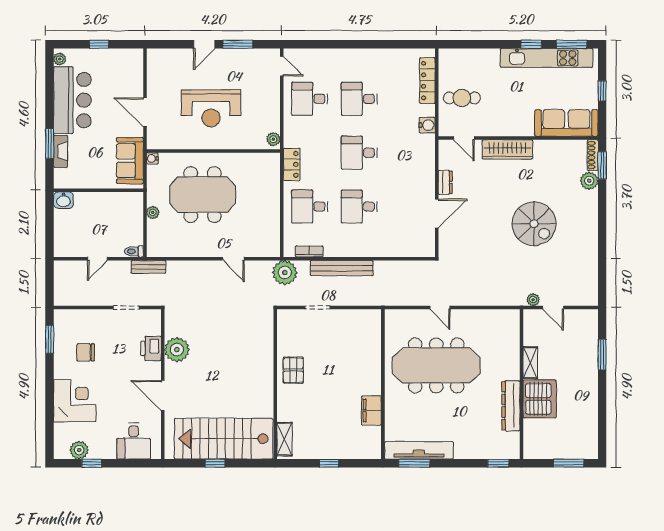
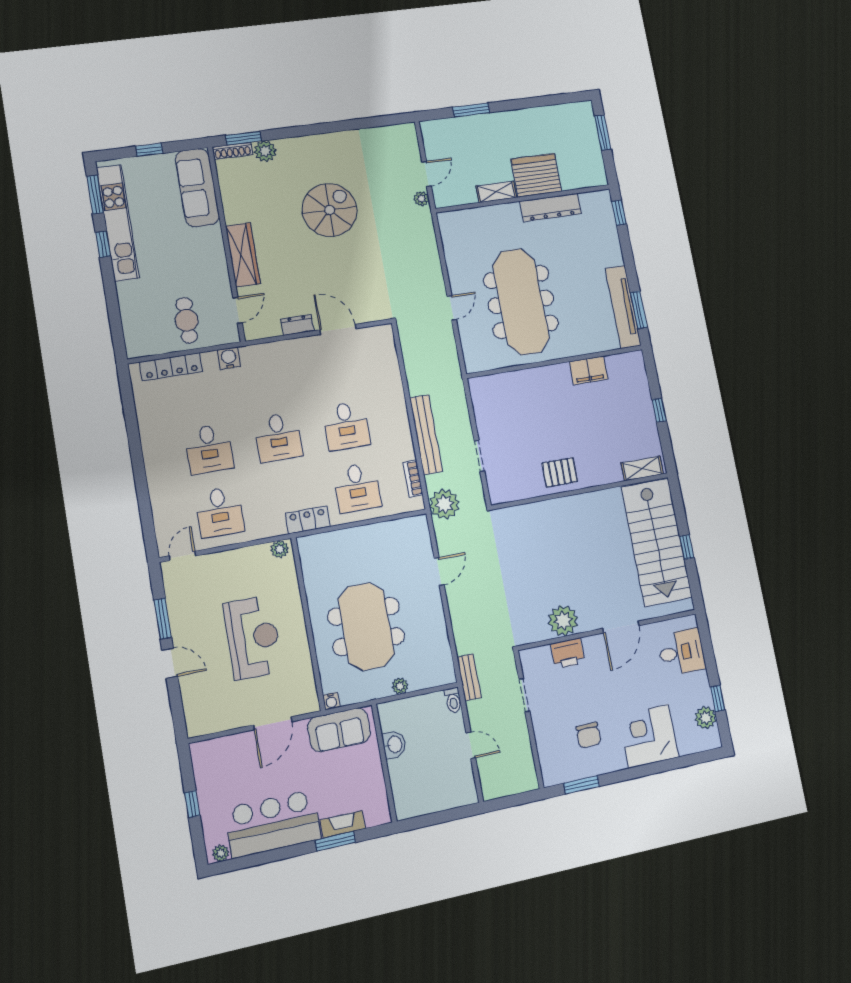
washbasin: (64, 200) -> (394, 745), moved

